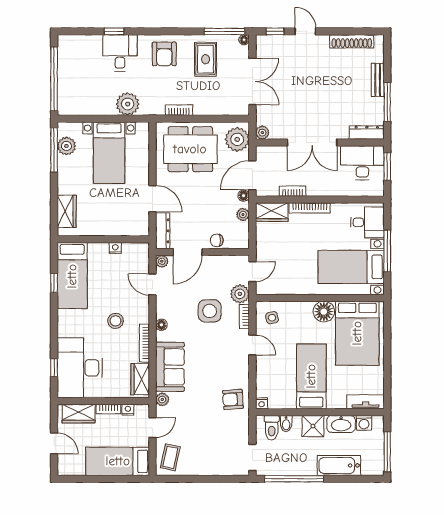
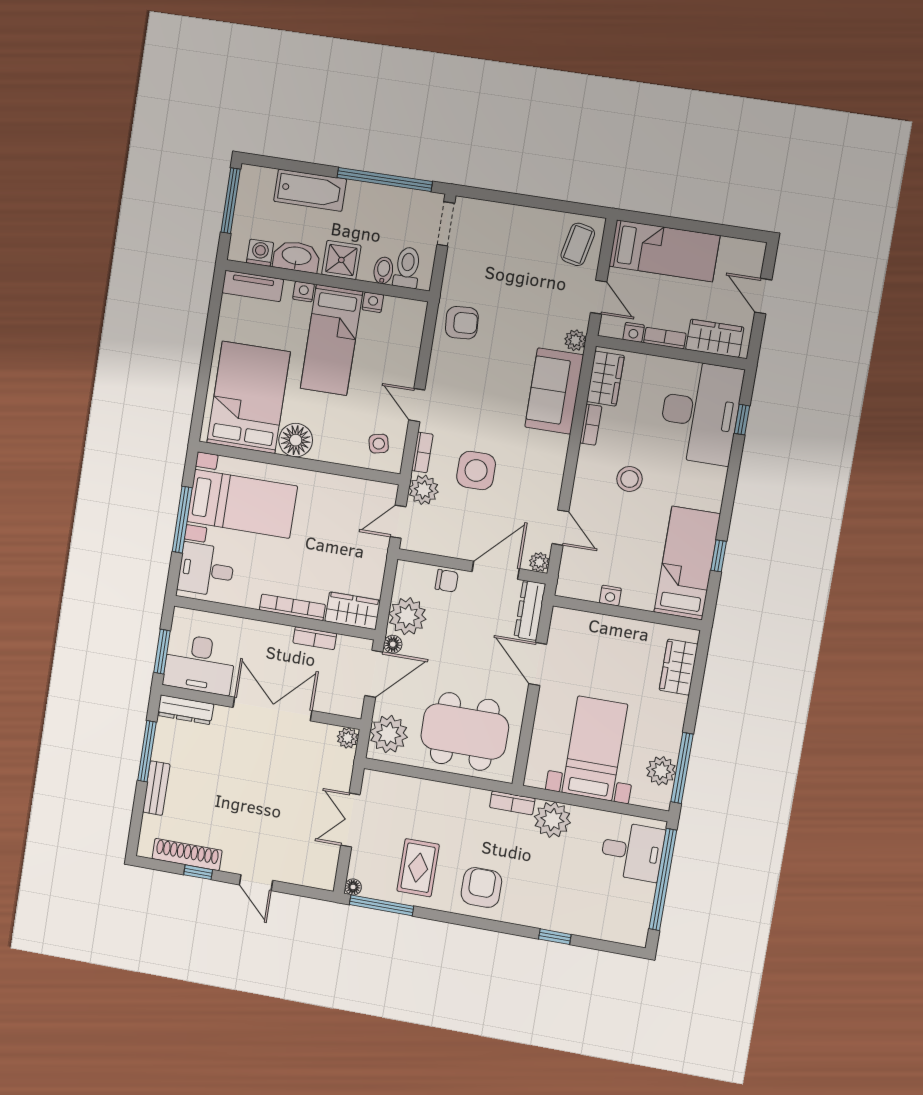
window: (275, 31) -> (198, 872), moved
desk: (120, 53) -> (632, 851), moved, turned -90
double door: (252, 81) -> (350, 820), width x0.73
bookcase: (179, 110) -> (512, 803), moved
plant: (243, 214) -> (407, 616), width x1.88, depth x1.88
floor lamp: (161, 325) -> (557, 461), removed
bookcase: (144, 343) -> (591, 425), width x0.64
nightstand: (262, 403) -> (373, 302), moved
nightstand: (333, 403) -> (304, 292), added
door: (152, 428) -> (599, 297), swing flipped

